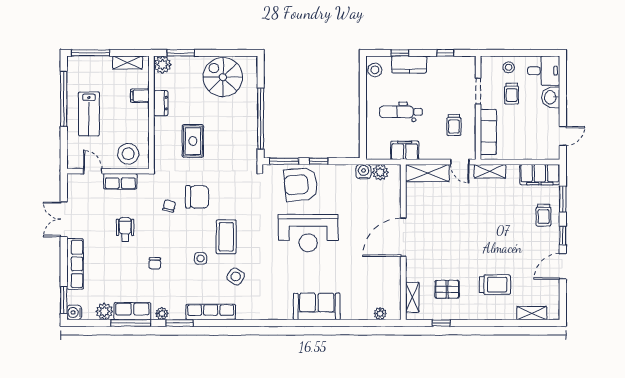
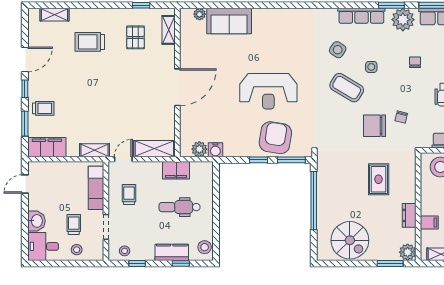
stool: (459, 66) -> (125, 251), added
dental chair: (401, 112) -> (180, 207), turned 180
door: (460, 162) -> (123, 159), hinge flipped
armchair: (301, 184) -> (275, 138), turned -76
trolley: (544, 215) -> (43, 108), turned 90
reception desk: (308, 233) -> (268, 91), turned 180
coffee table: (226, 237) -> (347, 88), turned -59
pallet: (447, 289) -> (135, 37), turned 90
sofa: (317, 306) -> (229, 21), moved
plant: (162, 314) -> (403, 20), width x1.87, depth x1.87

